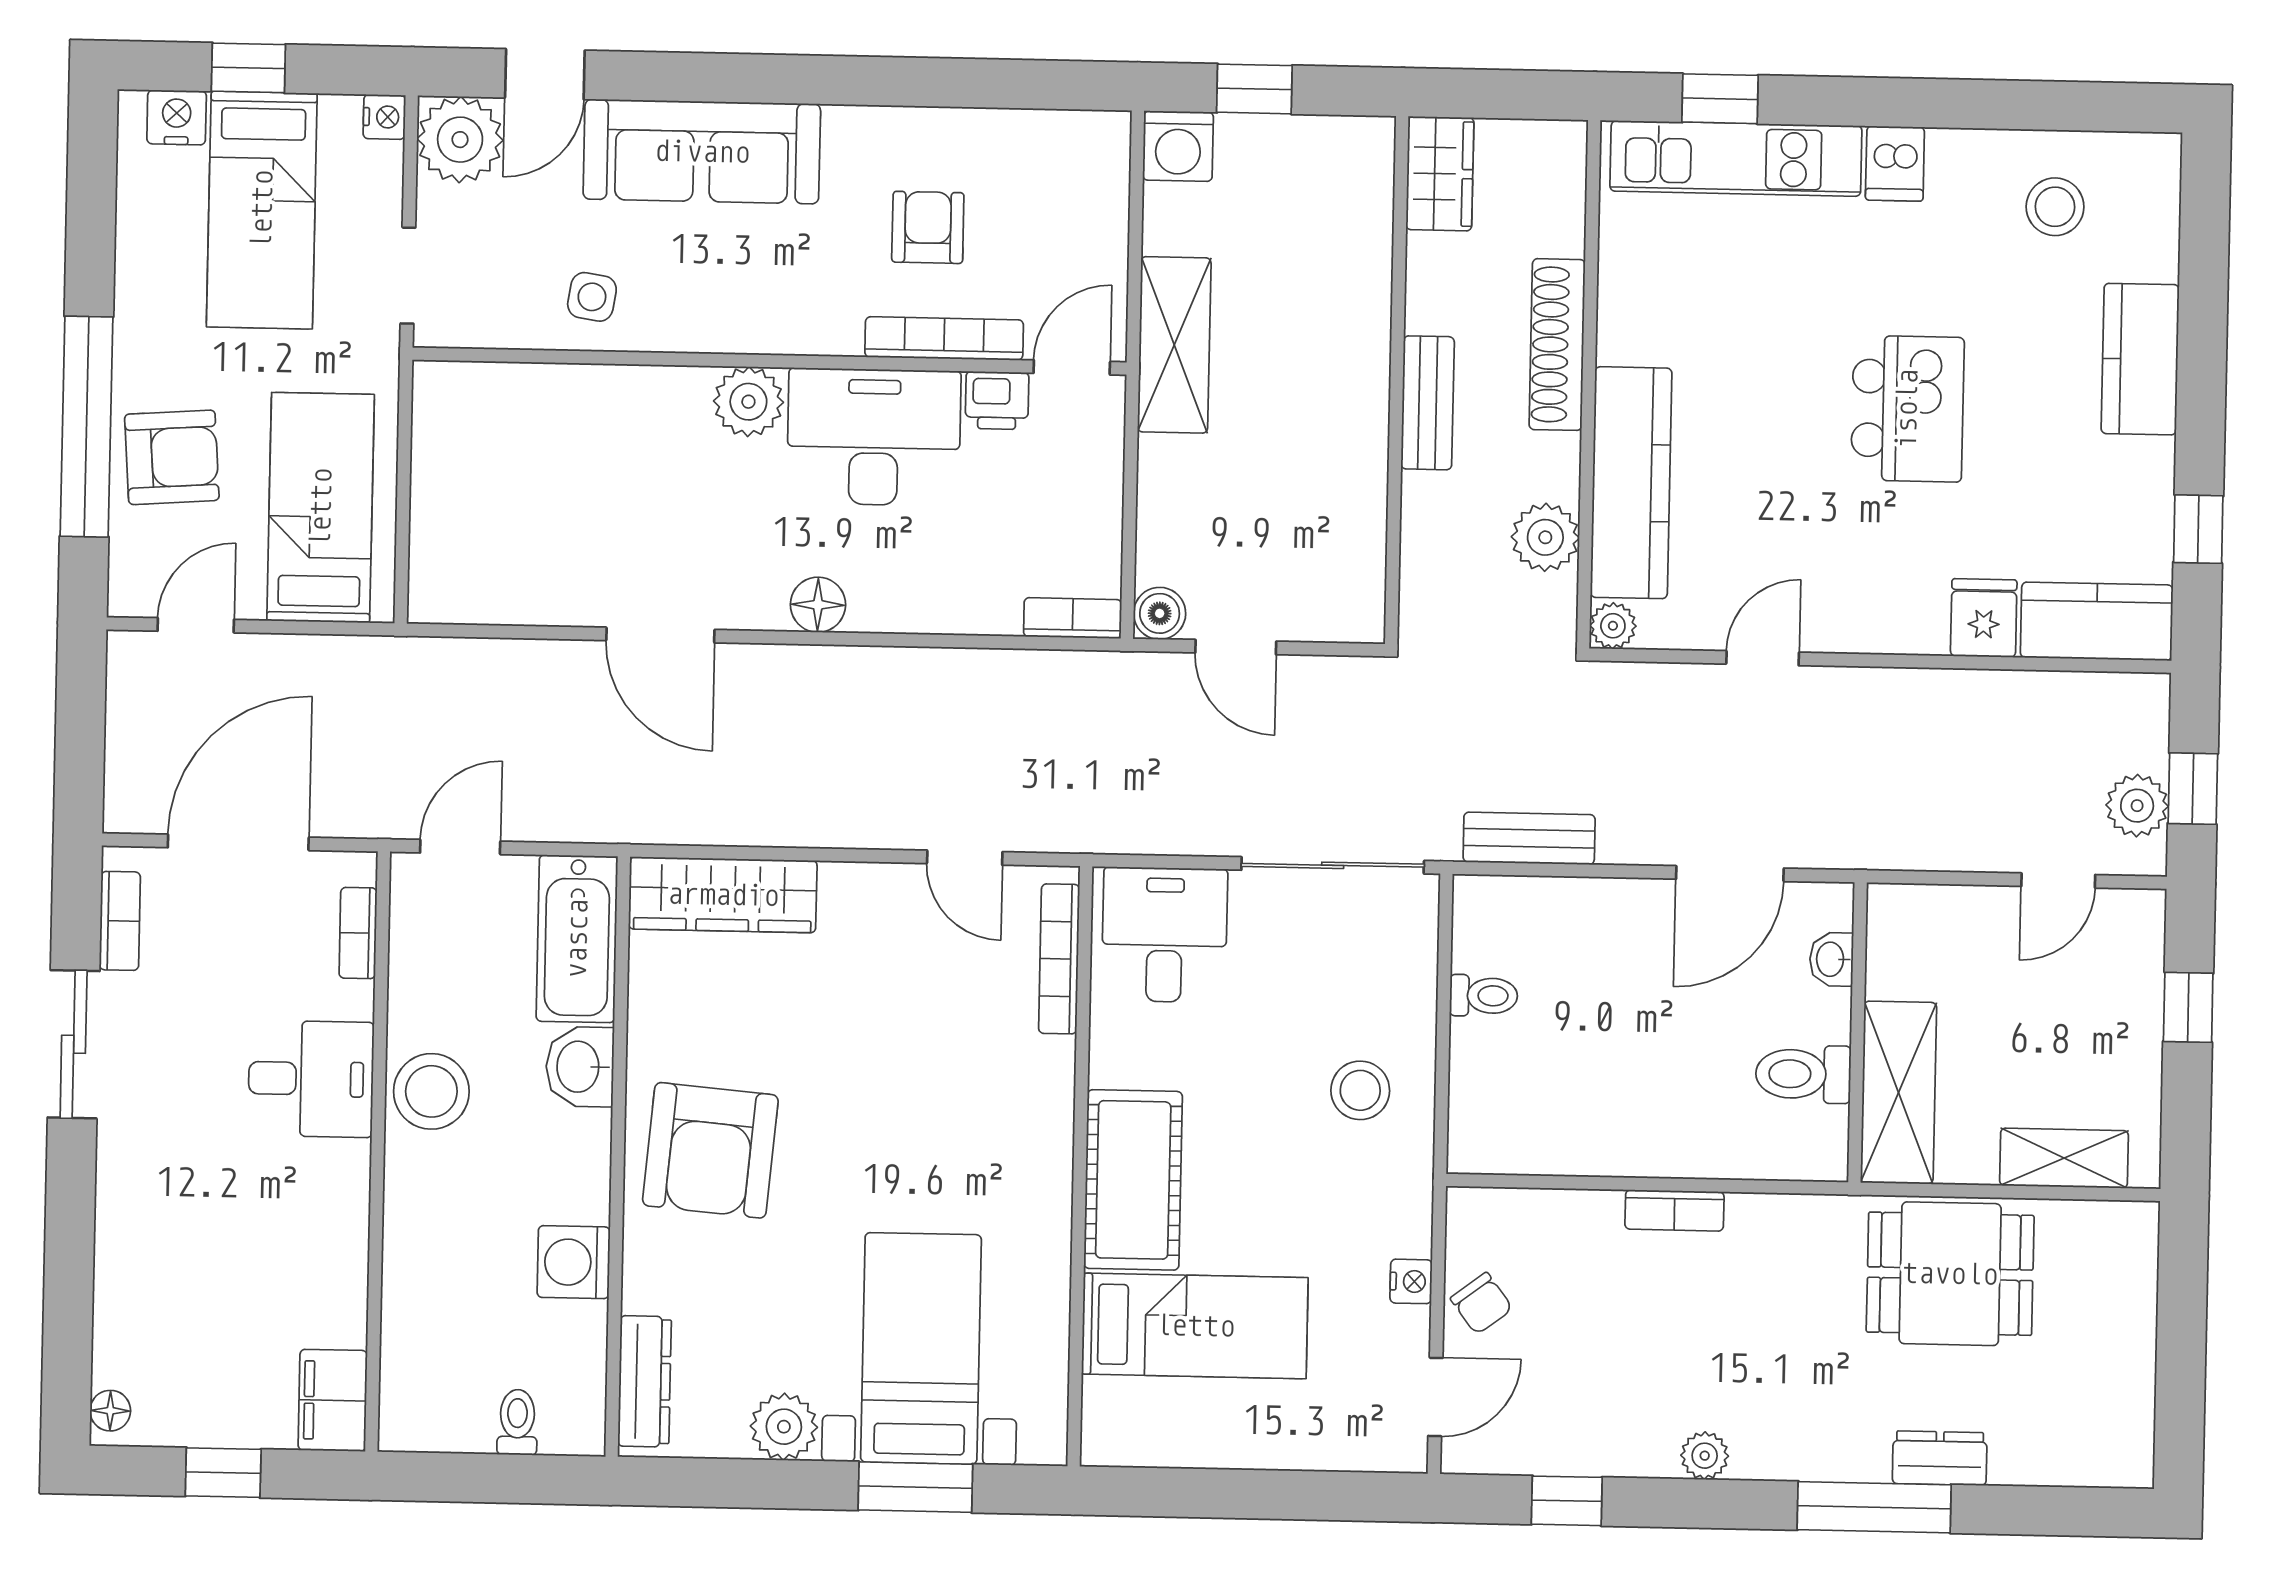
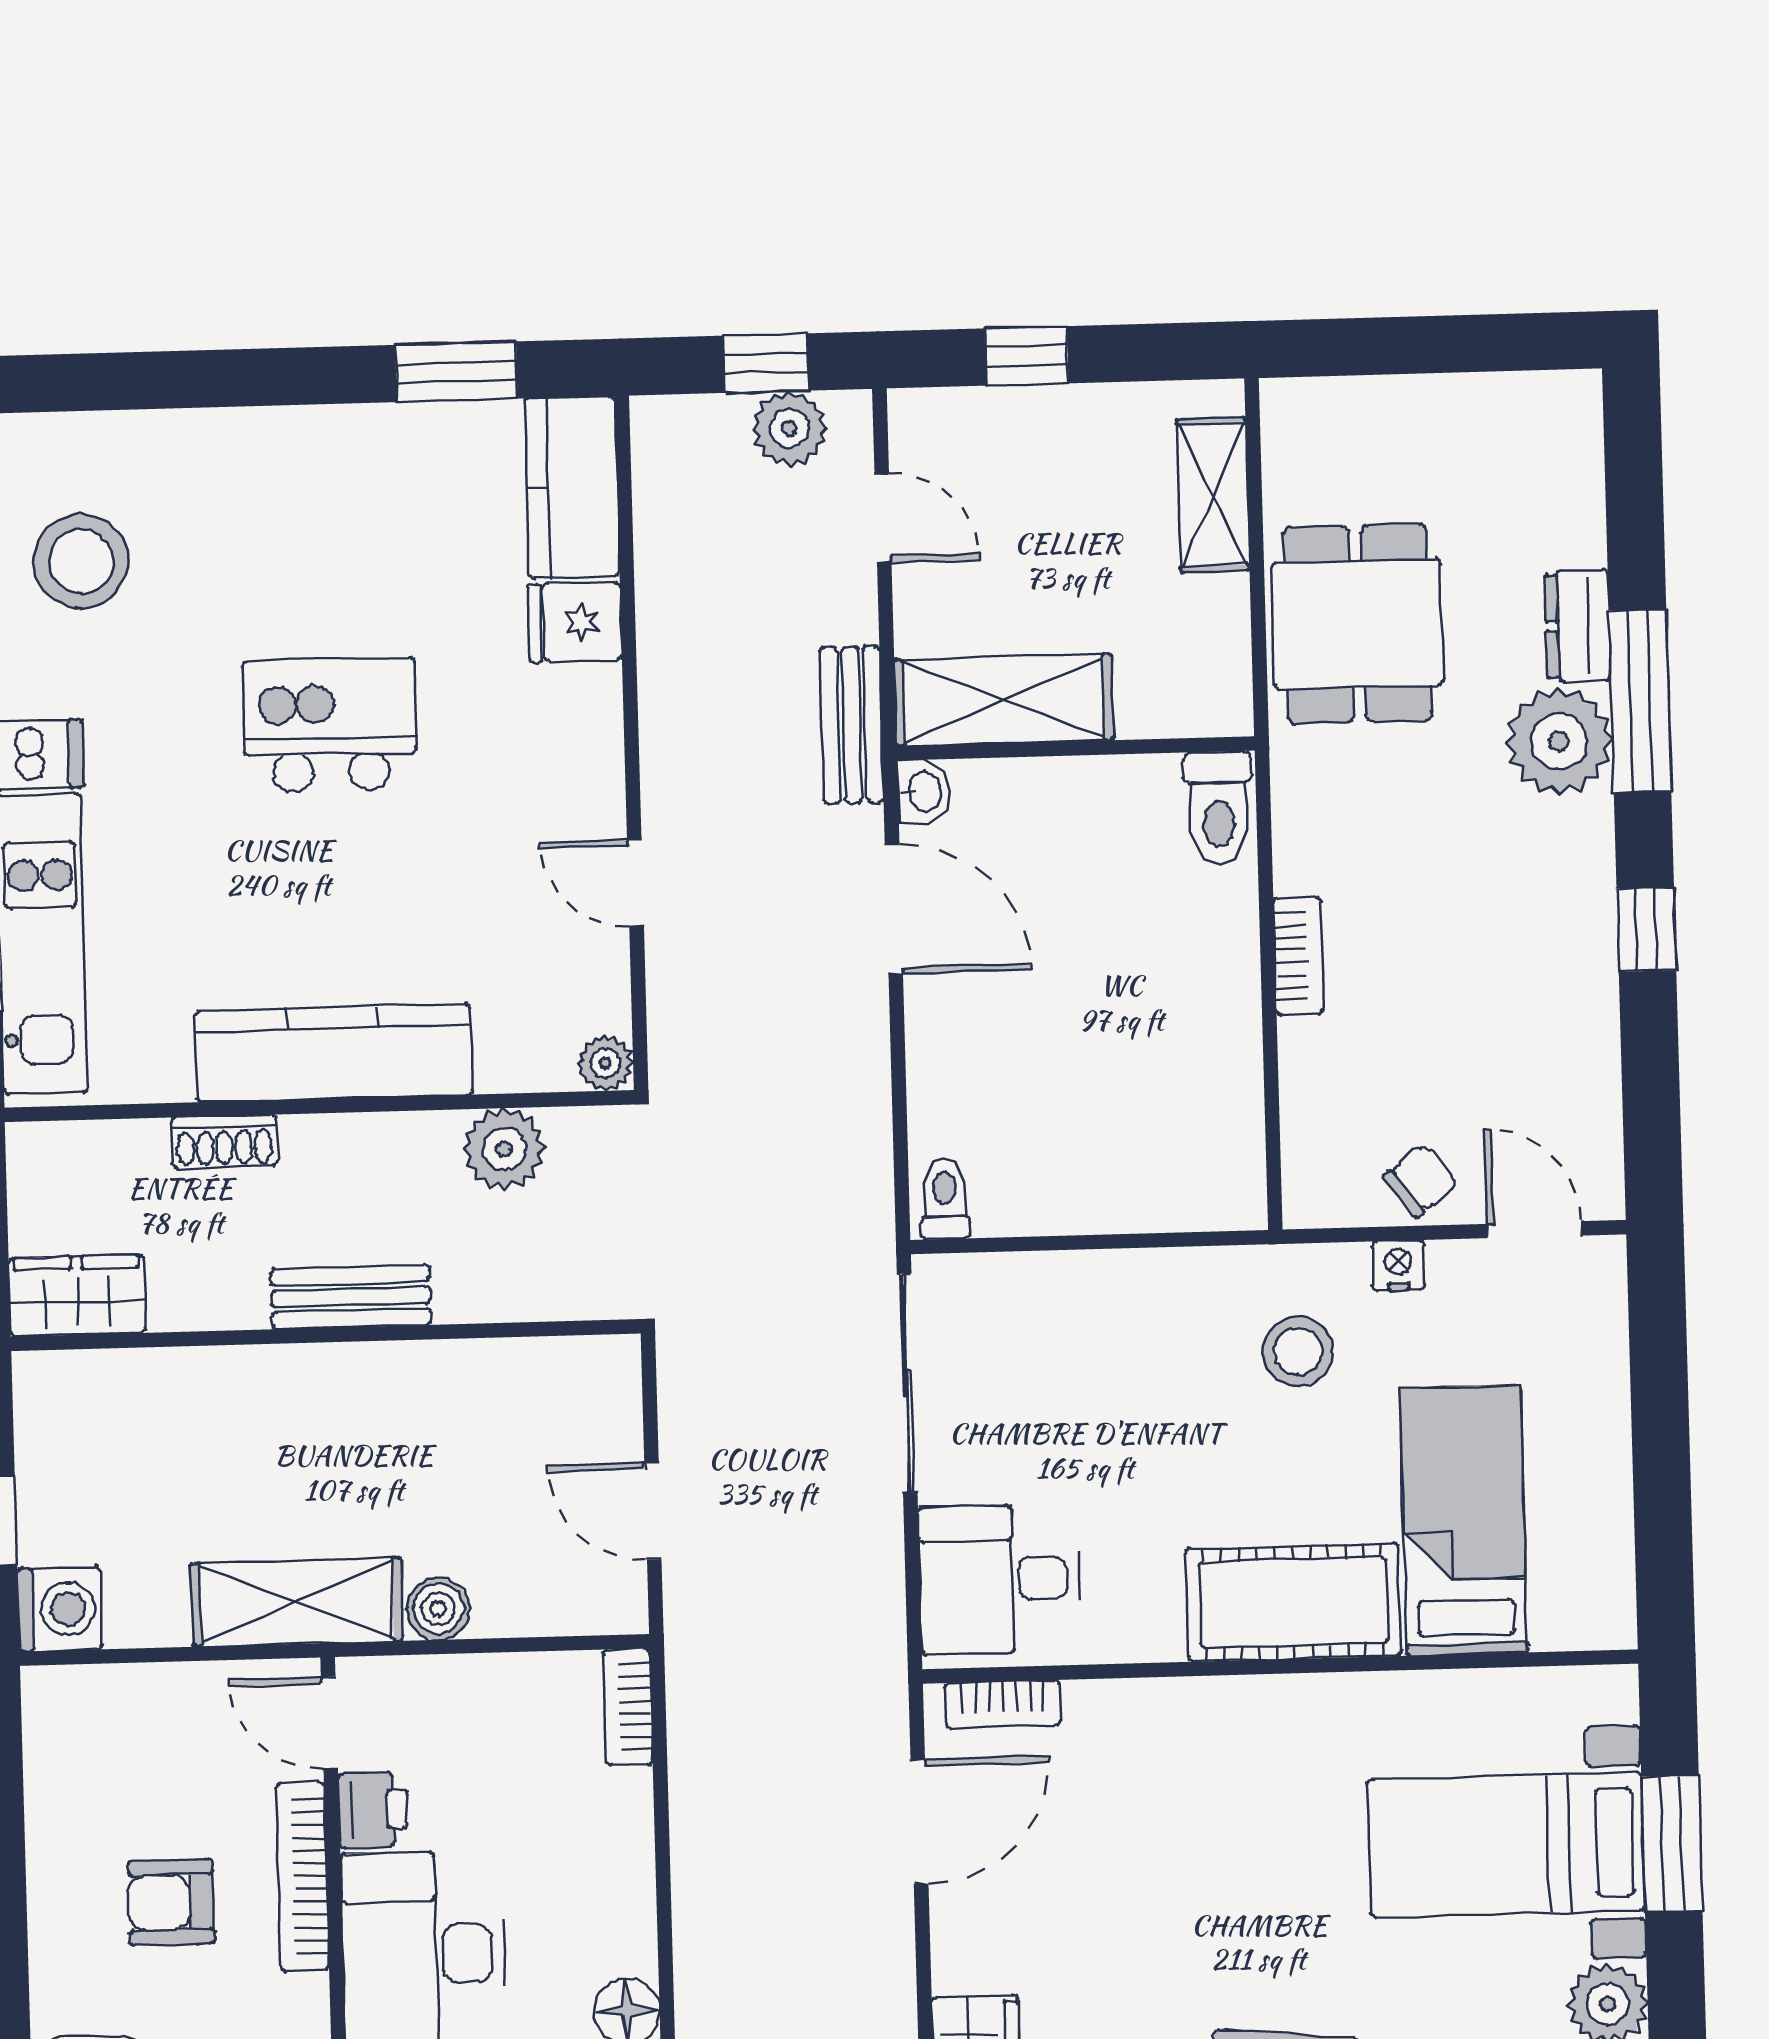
stool: (2055, 207) -> (81, 561), width x1.38, depth x1.38
shoe rack: (1557, 345) -> (224, 1141), width x0.51, depth x0.81
kitchen counter: (2140, 359) -> (257, 451), removed
kitchen counter: (1631, 483) -> (334, 1053), moved
window: (2198, 529) -> (456, 372), width x1.50
boiler: (1160, 613) -> (438, 1609), moved
door: (1236, 647) -> (653, 1511), swing flipped
bench: (1529, 838) -> (852, 725), moved
door: (965, 858) -> (919, 1822), width x1.38
bookcase: (1059, 959) -> (1002, 1704), width x0.64
washbasin: (1831, 959) -> (924, 792), moved, turned -90
toilet: (1484, 996) -> (945, 1199), moved
toilet: (1803, 1074) -> (1218, 808), moved
stool: (1360, 1090) -> (1298, 1351), moved
shelving: (1898, 1093) -> (1004, 700), moved
plant: (1705, 1456) -> (1559, 742), moved, width x1.88, depth x1.88
window: (1567, 1501) -> (1646, 929), moved

